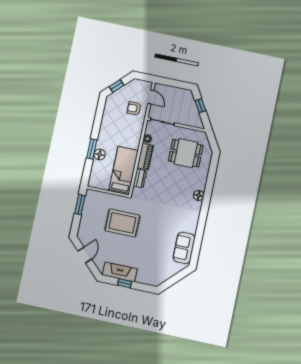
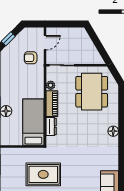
door: (151, 97) -> (45, 43), hinge flipped
window: (200, 106) -> (96, 41), removed
dining table: (186, 153) -> (92, 92), width x1.38

